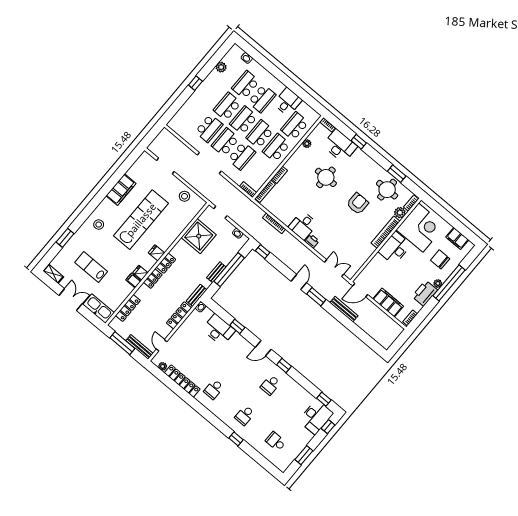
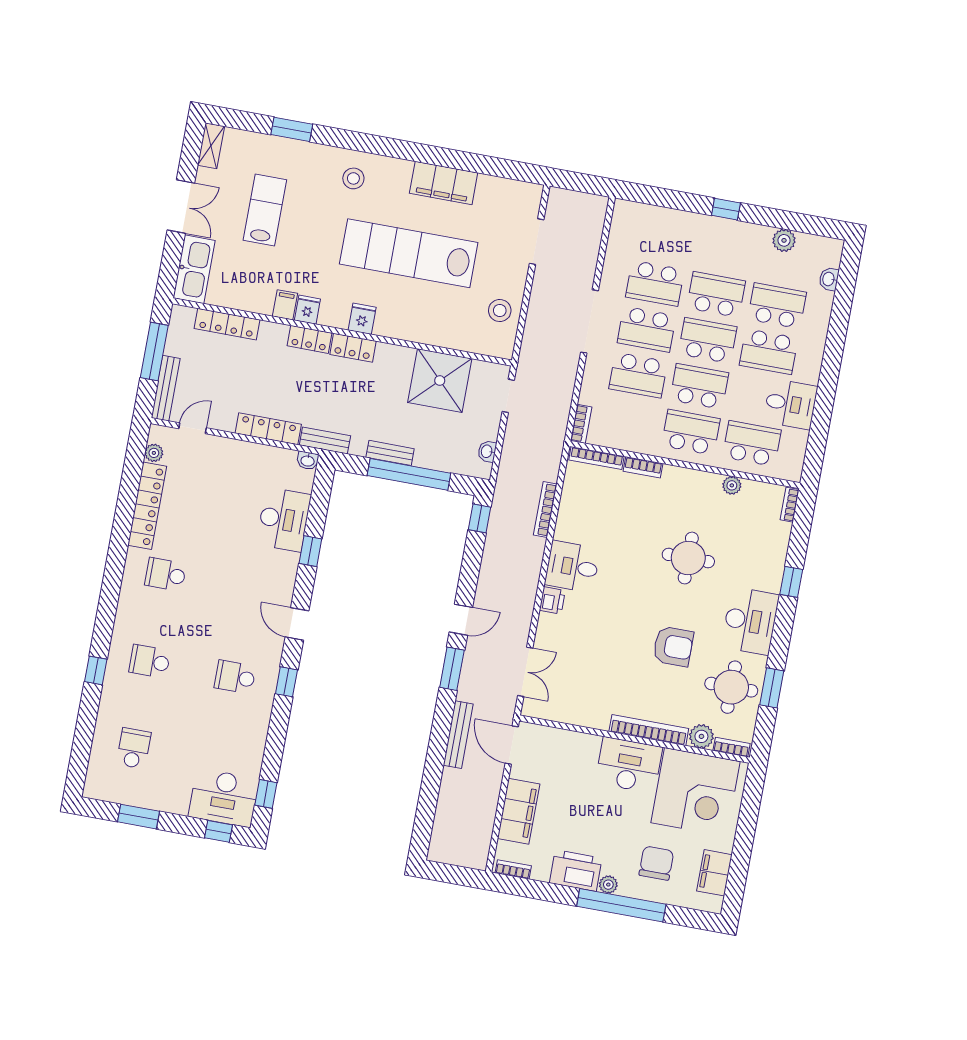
school desk: (225, 142) -> (647, 329), turned 180
desk: (340, 146) -> (750, 621), moved
lab bench: (141, 220) -> (409, 253), turned 180

